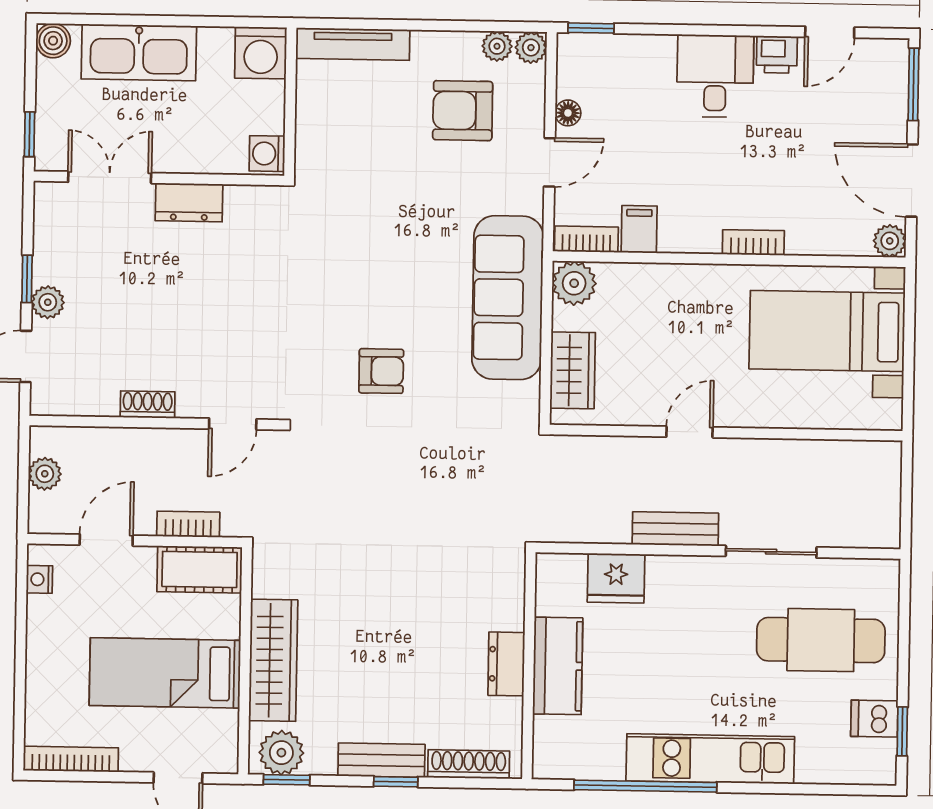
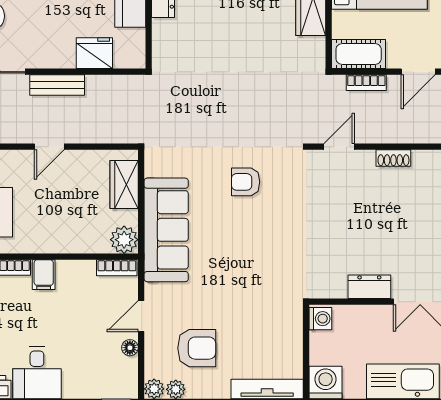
filing cabinet: (639, 229) -> (44, 275), moved

